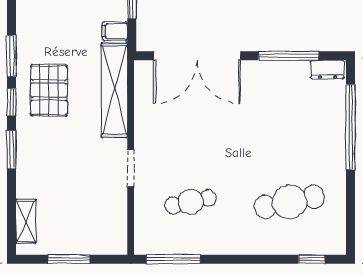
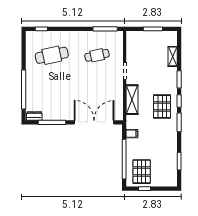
shelving: (114, 90) -> (132, 100), width x0.68
shelving: (26, 221) -> (173, 56), moved

